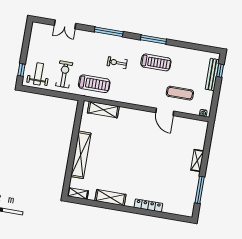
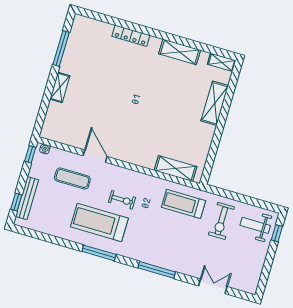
treadmill: (156, 62) -> (99, 222), width x1.37, depth x1.38
exercise bike: (117, 63) -> (122, 200), moved
weight bench: (39, 74) -> (255, 225), turned 90
window: (214, 108) -> (30, 154), added
shelving: (81, 155) -> (215, 103), width x0.68

